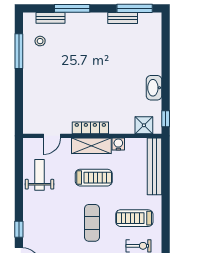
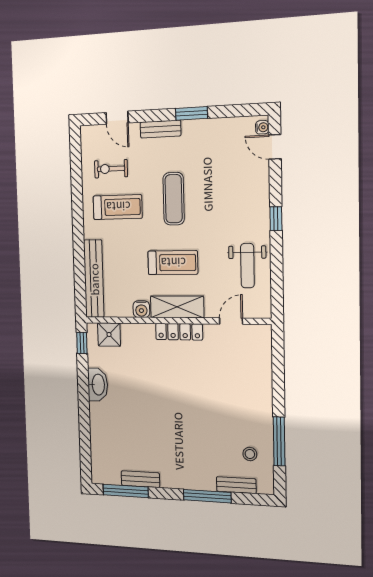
treadmill: (94, 178) -> (173, 263), turned 180
window: (19, 229) -> (276, 219), moved

